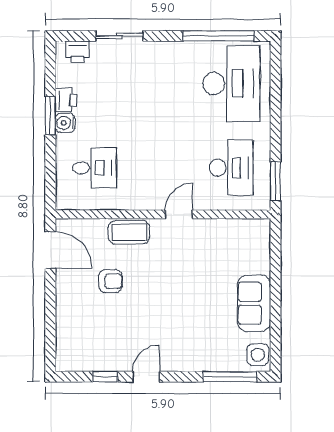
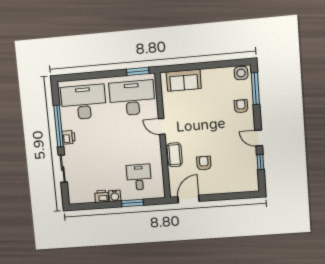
window: (219, 36) -> (59, 126), moved
printer: (78, 52) -> (69, 137), moved
window: (50, 116) -> (132, 203), moved
desk: (231, 168) -> (132, 98), width x1.36, depth x1.30
sofa: (254, 303) -> (184, 80), moved
armchair: (202, 351) -> (241, 106), added

